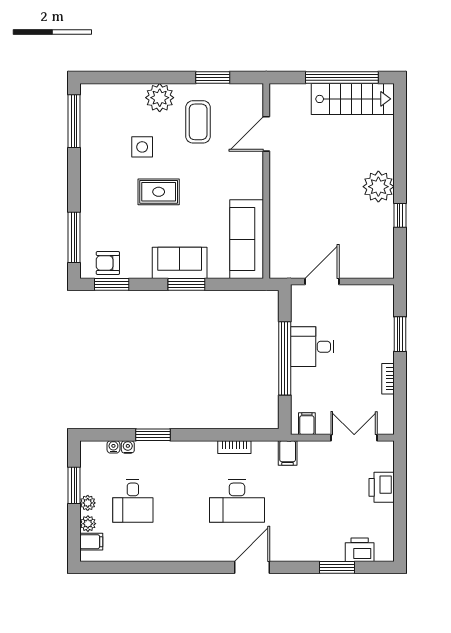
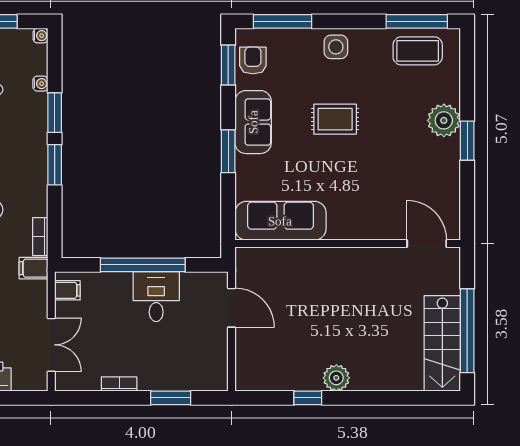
window: (213, 78) -> (467, 141), moved
coffee table: (198, 122) -> (418, 51), moved
door: (266, 134) -> (427, 243), moved
side table: (142, 147) -> (336, 47), moved
plant: (378, 187) -> (336, 378), width x0.73, depth x0.73
rug: (159, 192) -> (335, 119), turned 90
sofa: (180, 263) -> (253, 122), moved
window: (198, 435) -> (55, 165), added
water cooler: (113, 447) -> (41, 36), moved
bookcase: (234, 447) -> (40, 237), moved

